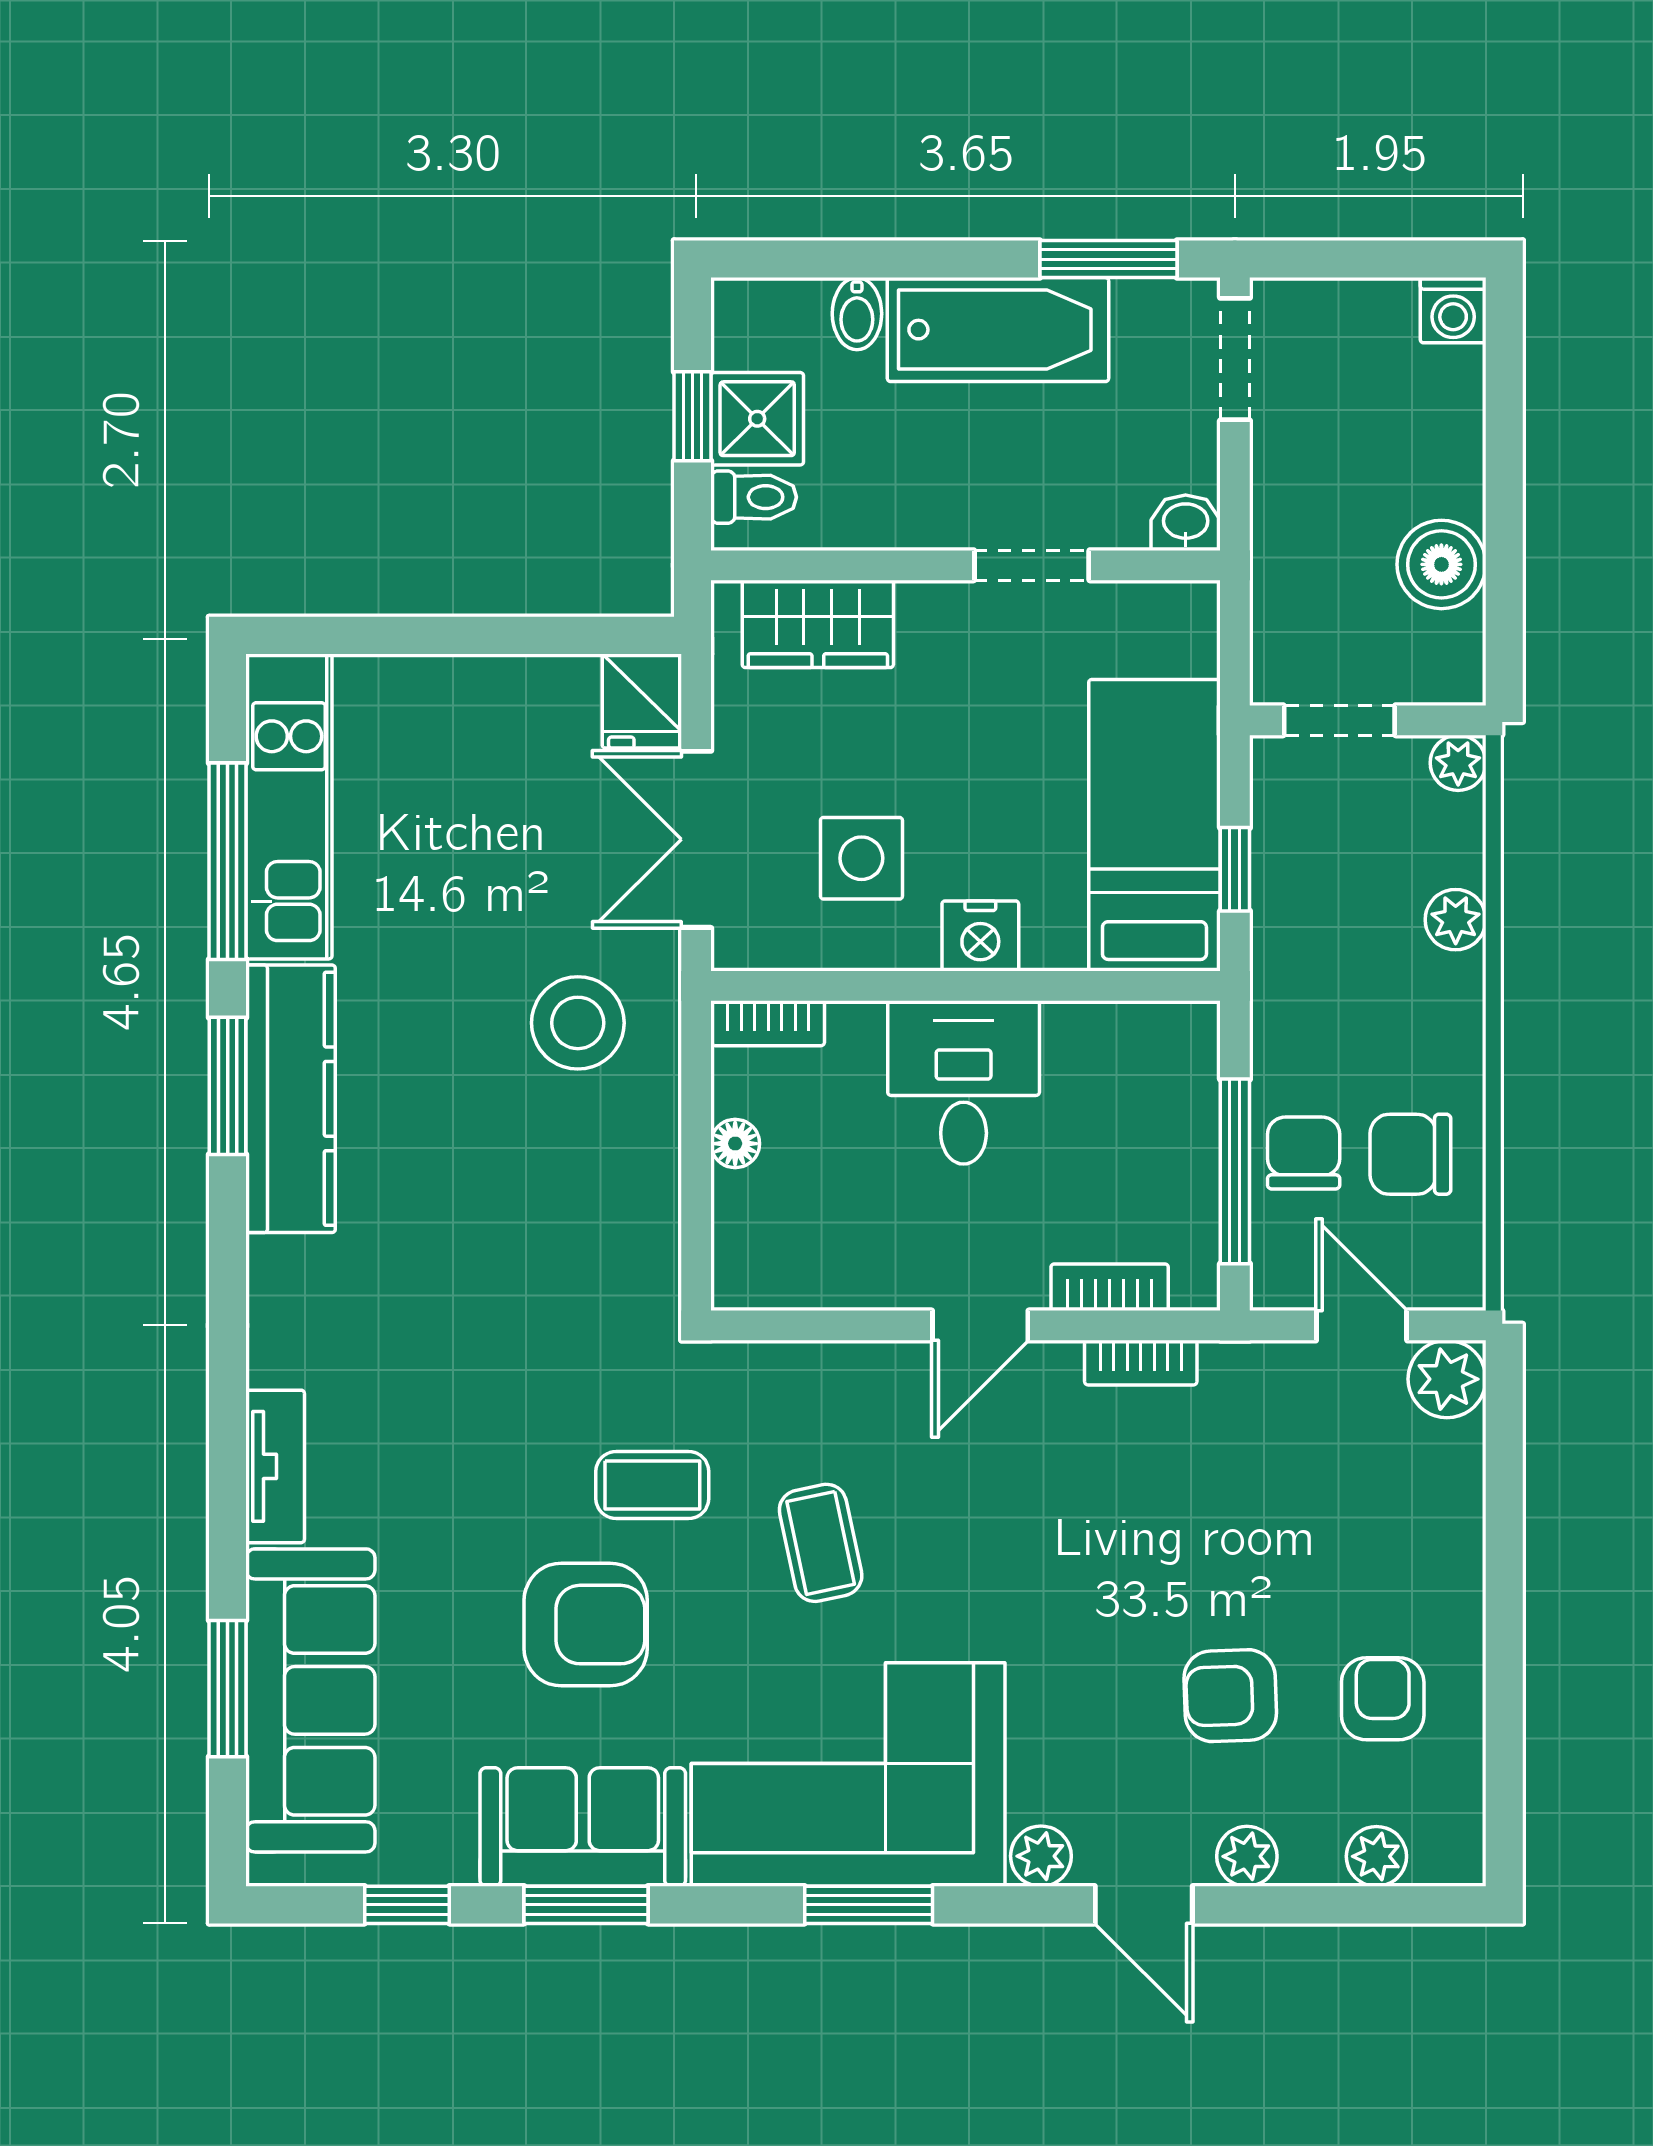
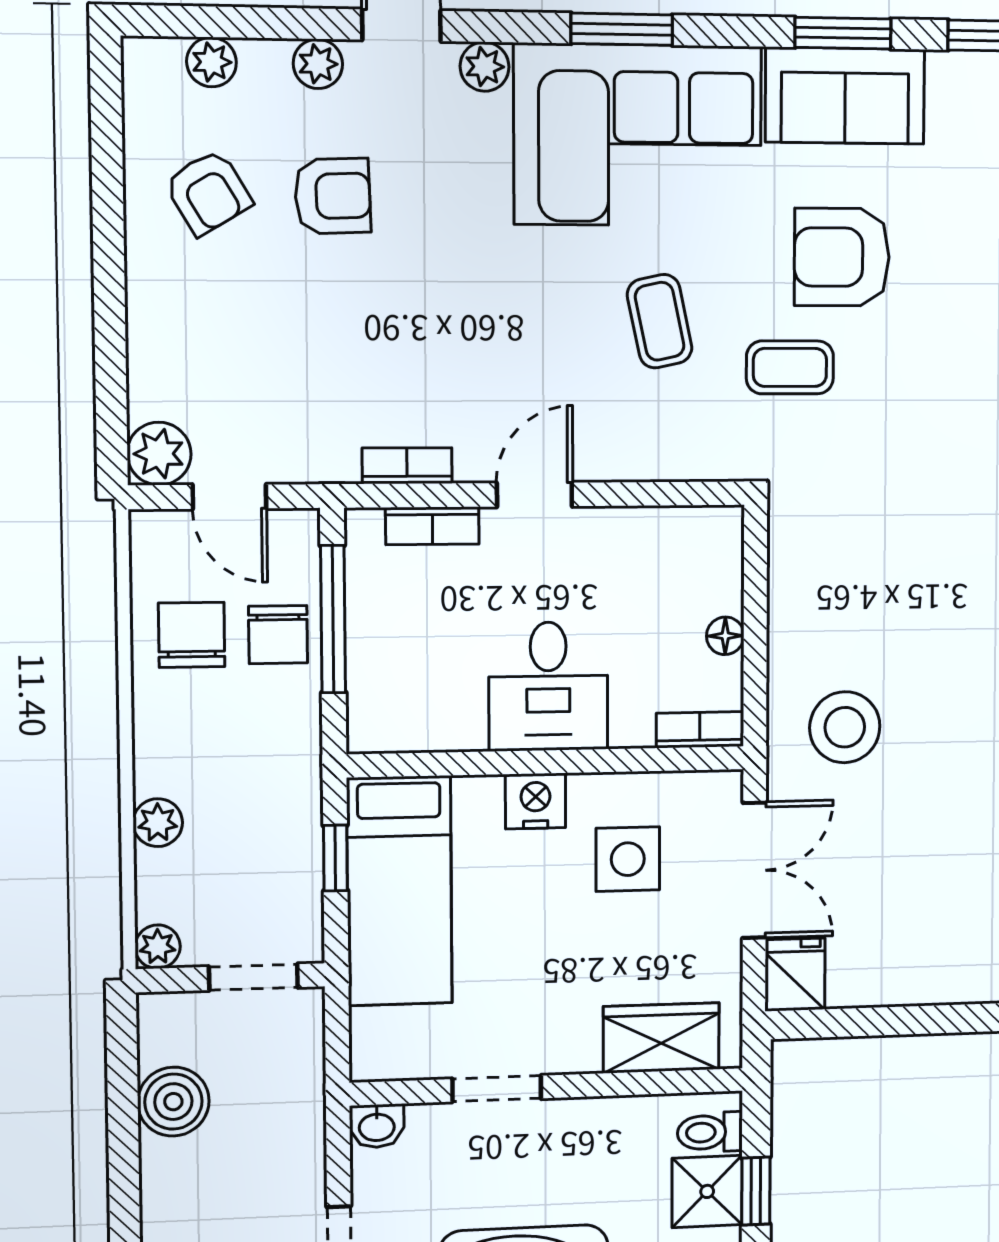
chair: (1410, 1154) -> (192, 635), turned -90
armchair: (1383, 1699) -> (208, 192), turned -31

